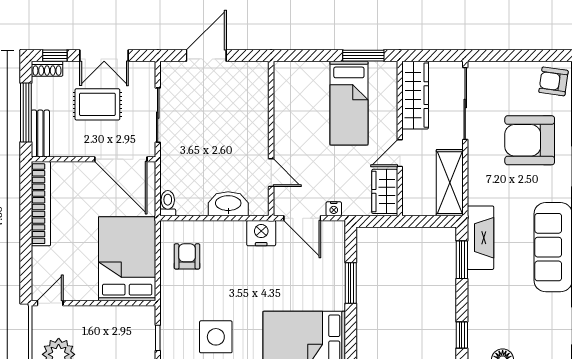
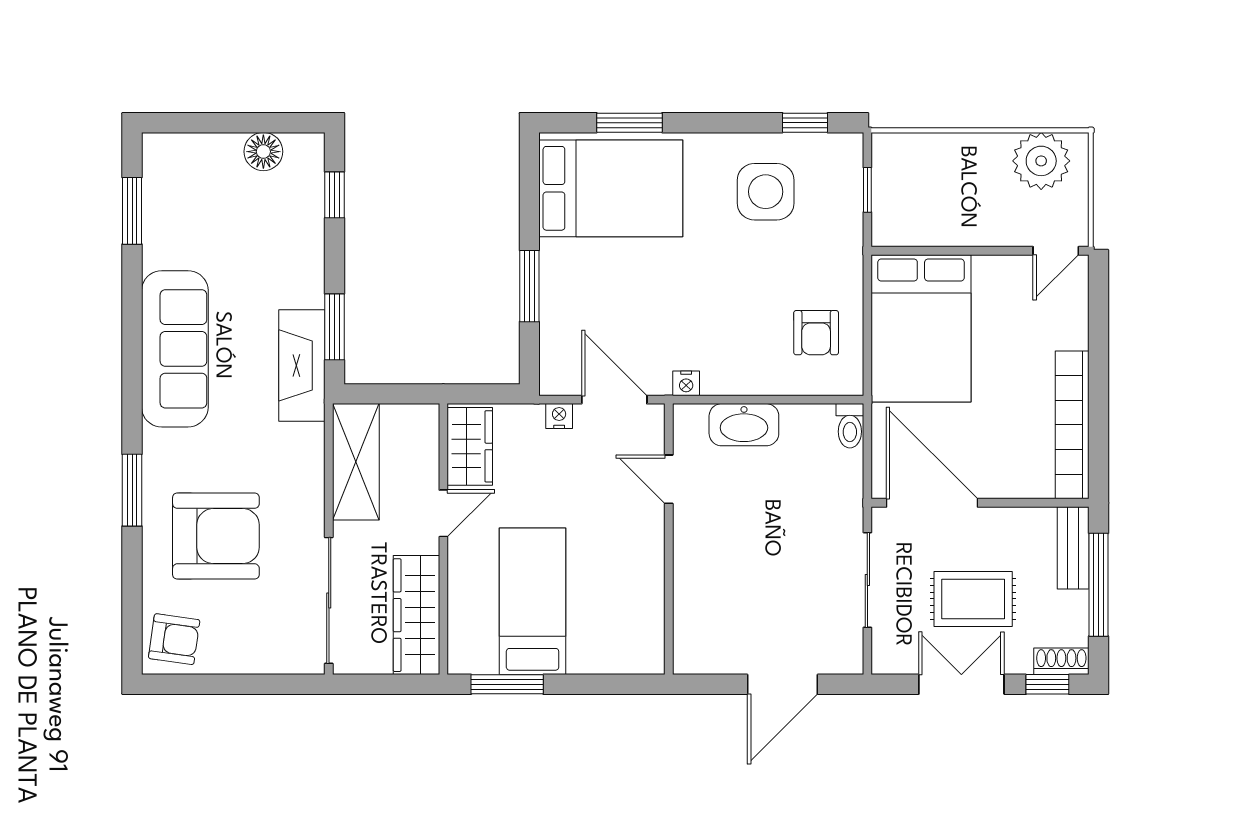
nightstand: (261, 233) -> (686, 383), width x0.53, depth x0.56

